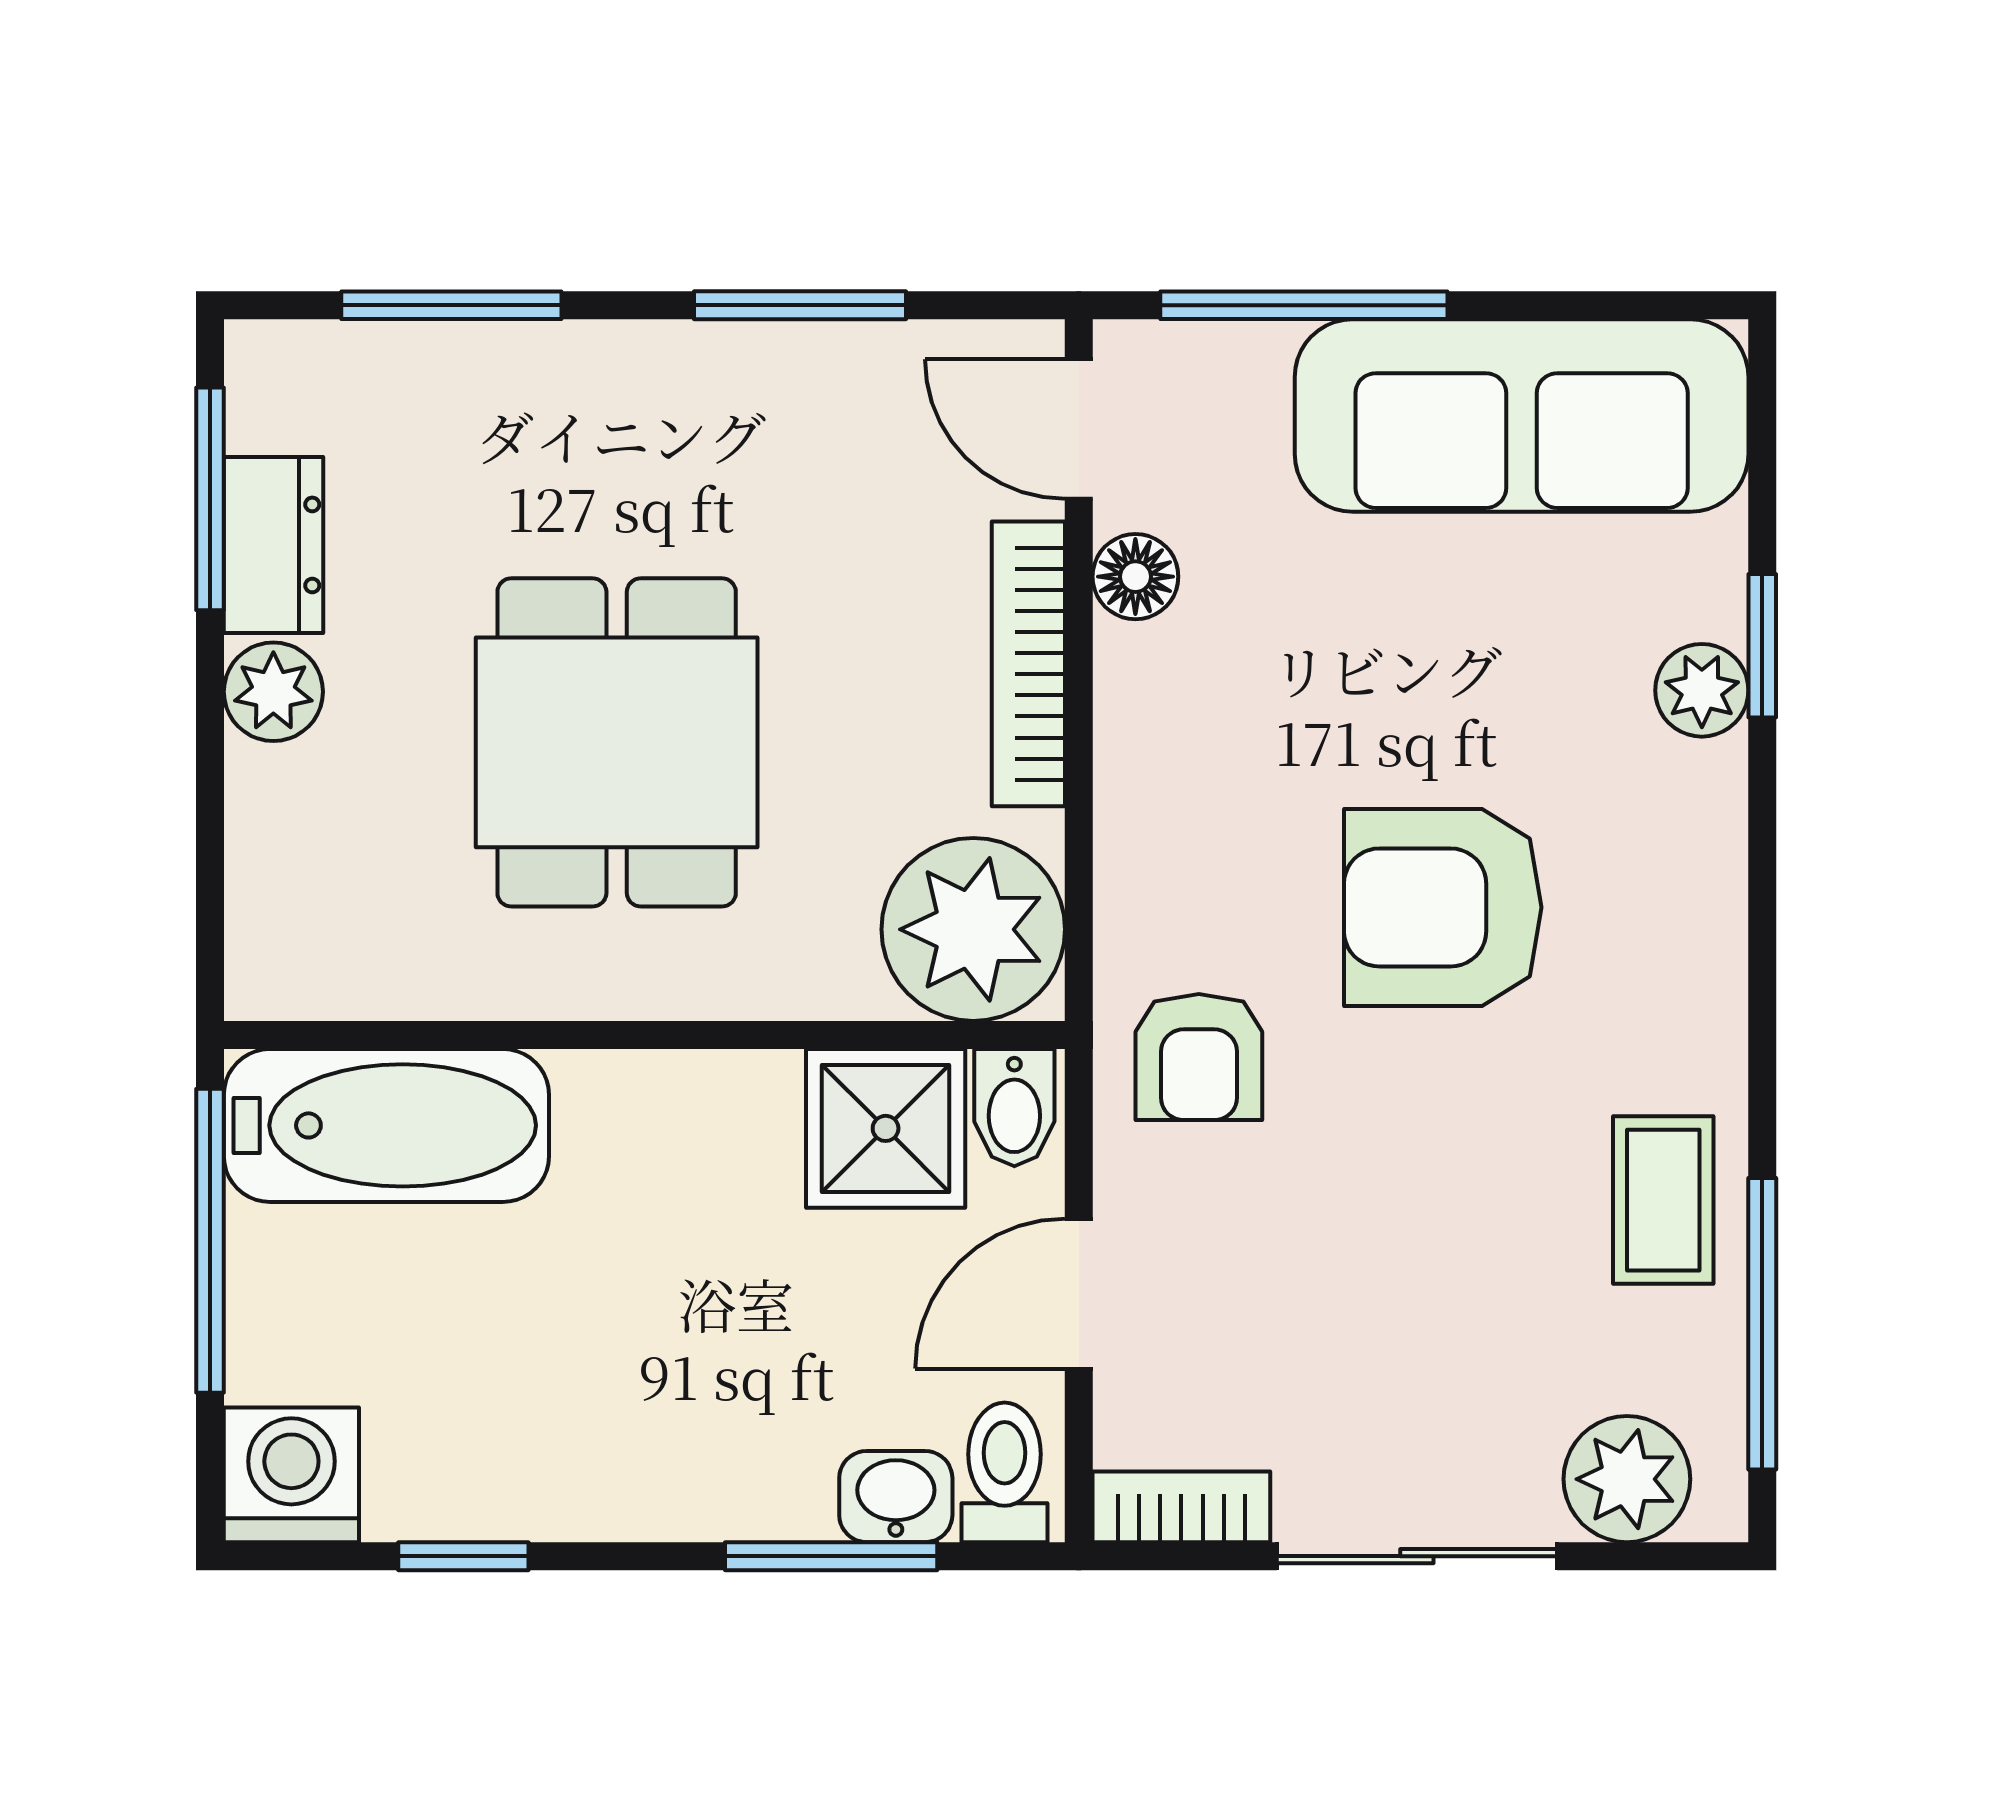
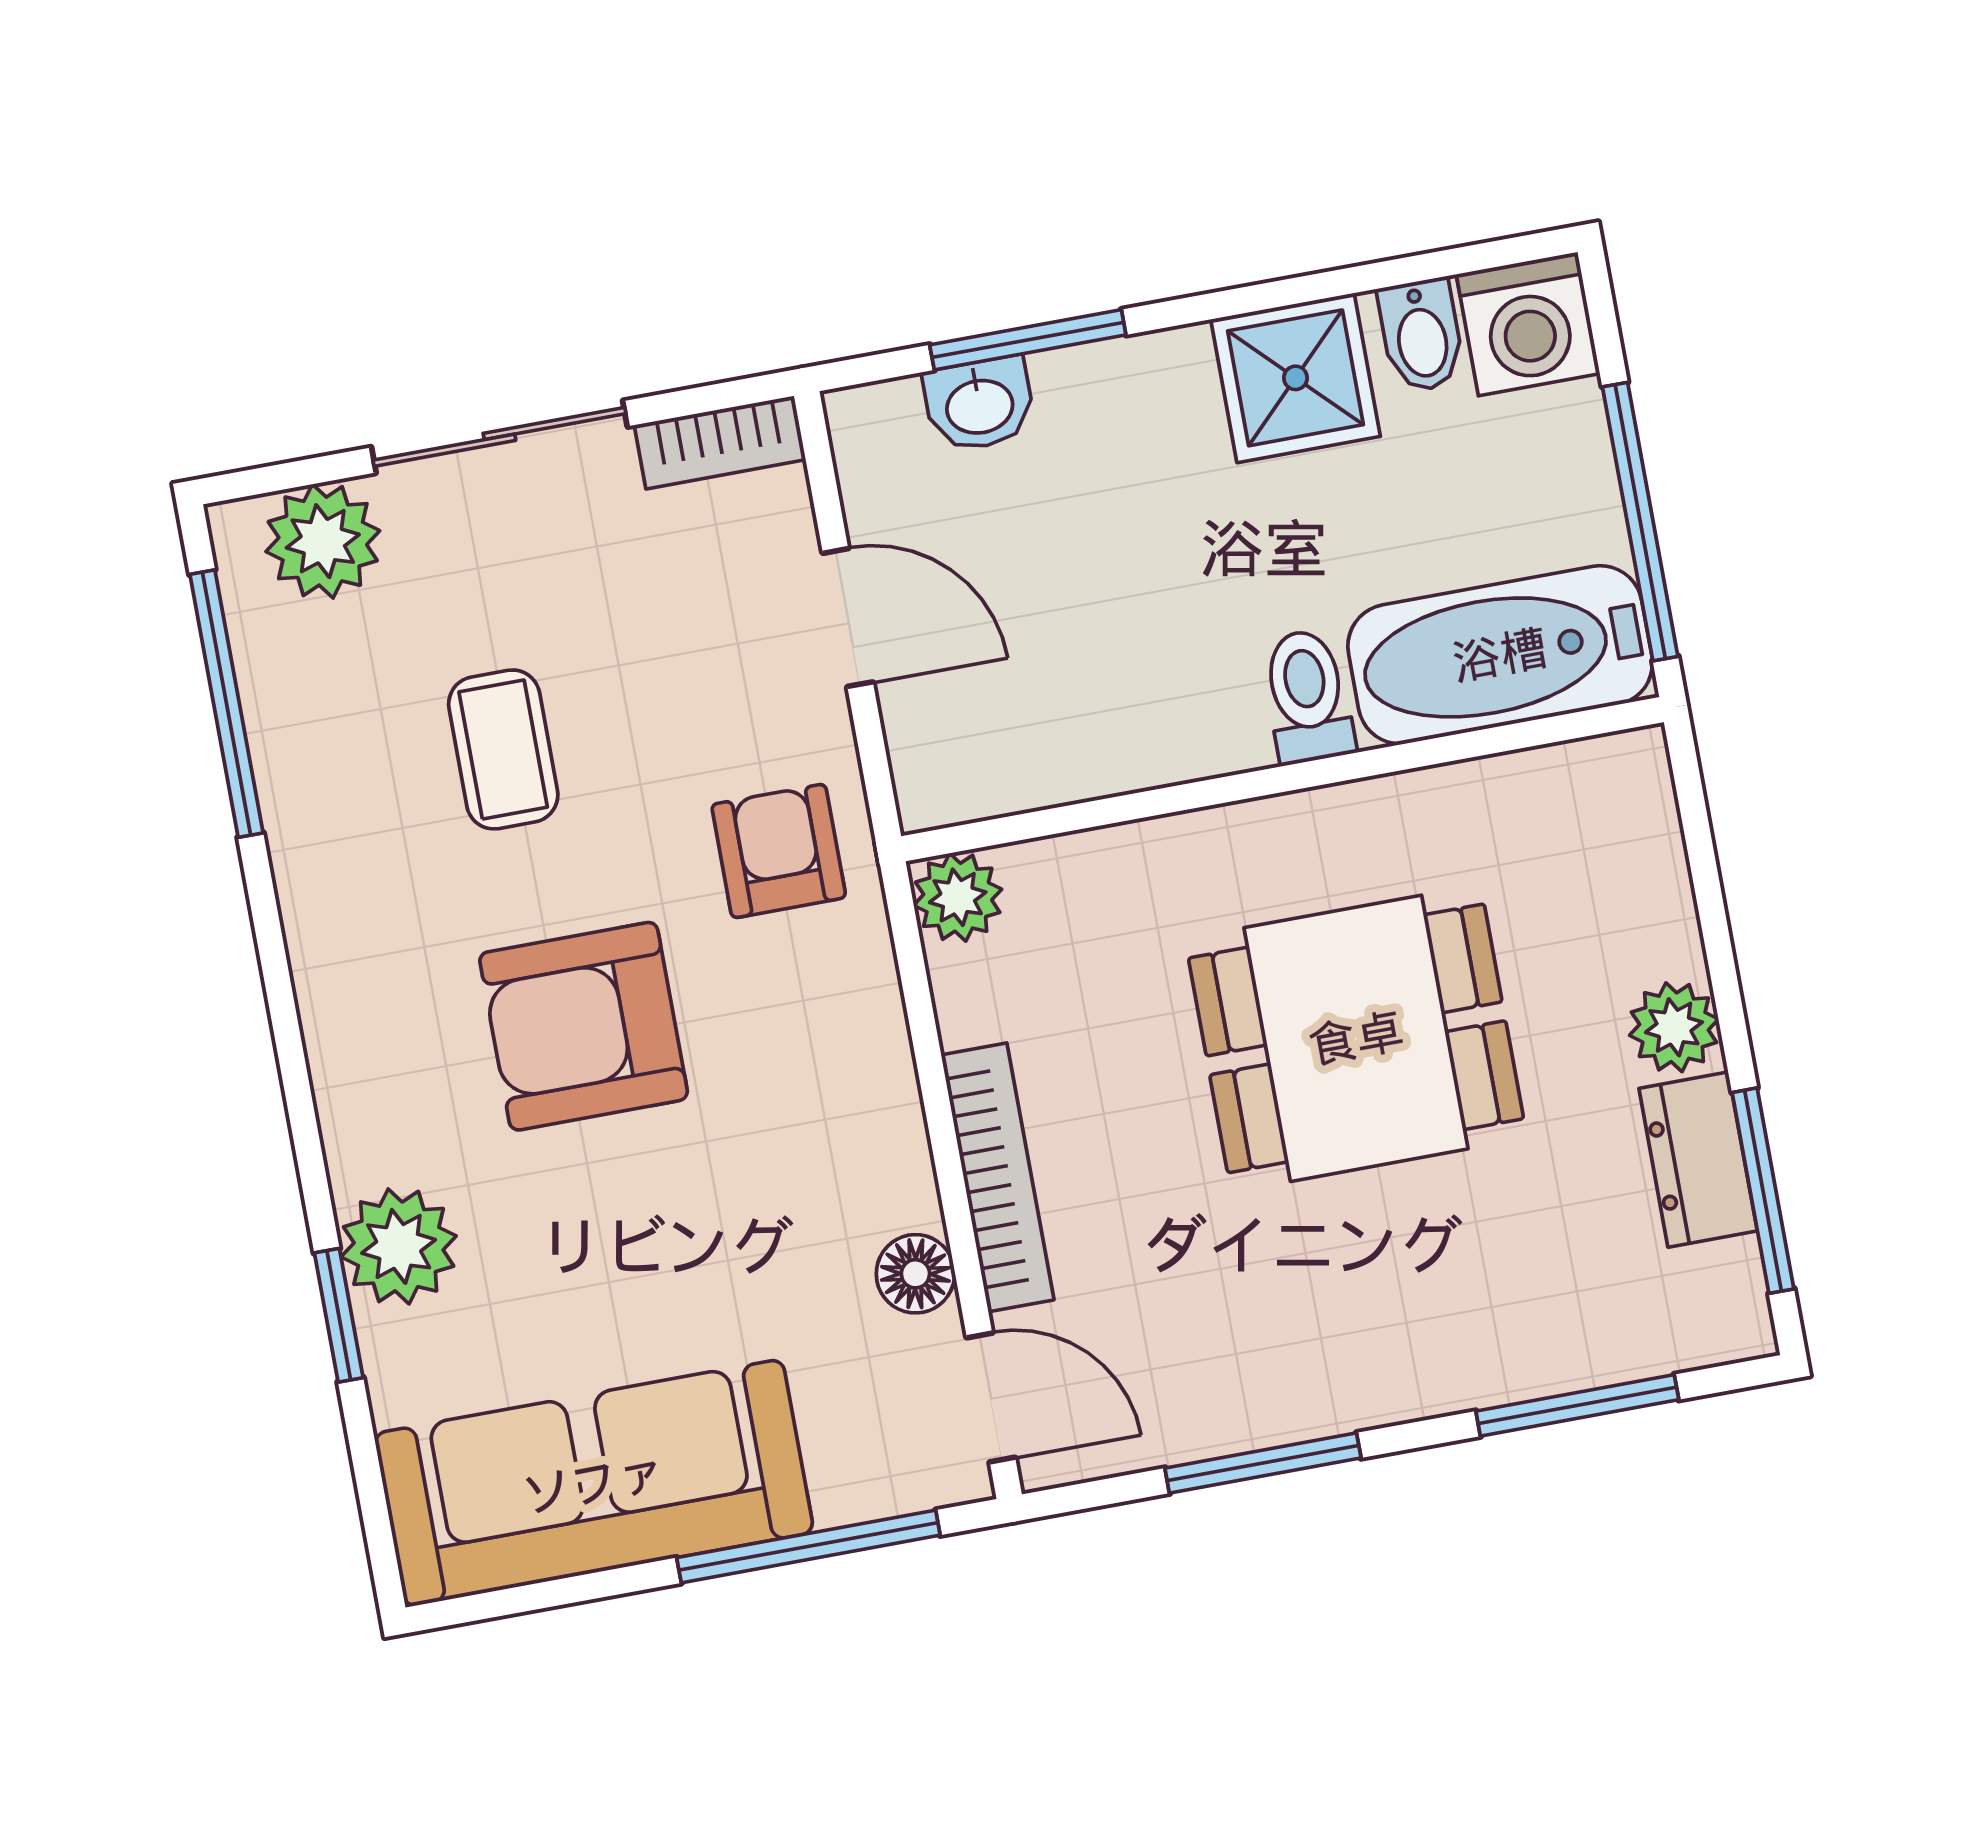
plant: (1702, 690) -> (399, 1246), width x1.38, depth x1.38
dining table: (617, 742) -> (1356, 1038), turned 90
armchair: (1443, 907) -> (584, 1026), turned 180
plant: (973, 929) -> (958, 897), width x0.53, depth x0.53
bidet: (1014, 1108) -> (1421, 335), moved, turned 180
shower: (886, 1128) -> (1295, 378), moved
coffee table: (1663, 1200) -> (503, 749), moved
door: (1079, 1294) -> (848, 618), hinge flipped
toilet: (1005, 1472) -> (1308, 696), moved, turned 180
window: (463, 1556) -> (1360, 279), removed

